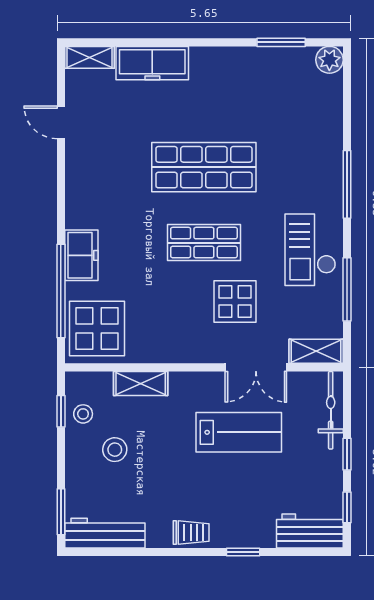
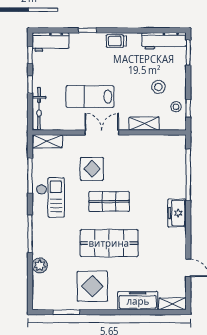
plant: (329, 60) -> (40, 265), moved
freezer: (81, 255) -> (177, 213), moved
display table: (97, 328) -> (92, 286), moved
double door: (256, 367) -> (102, 132), moved

